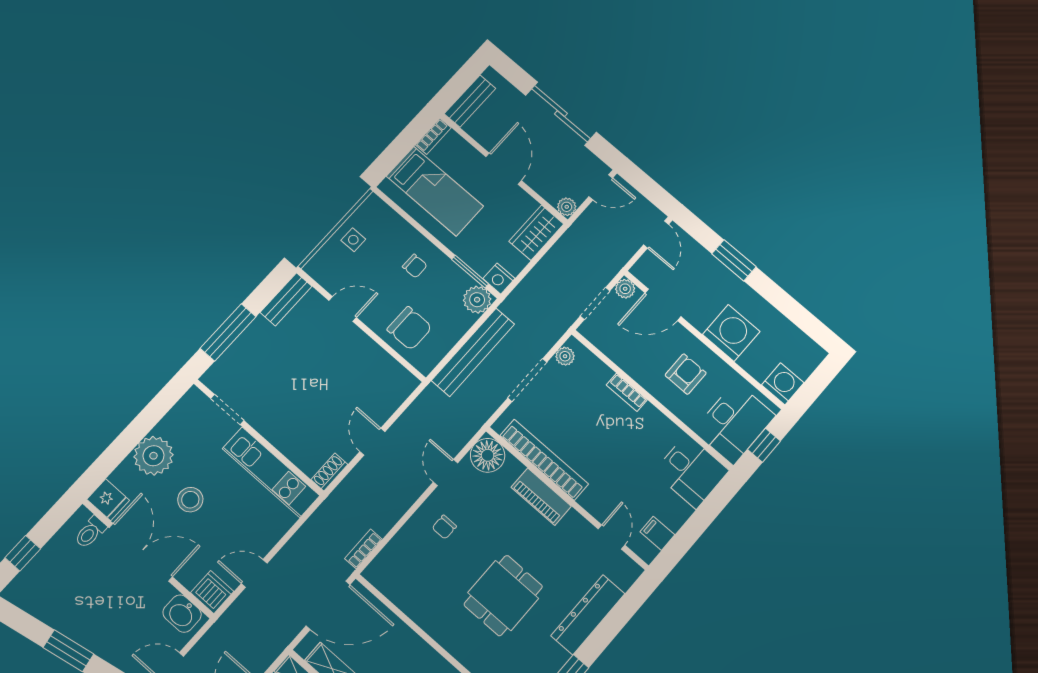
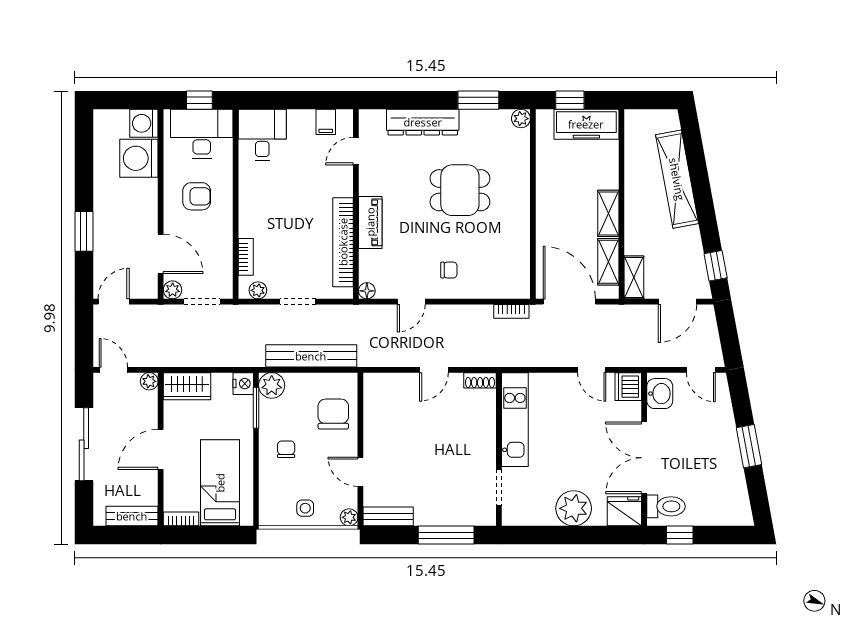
plant: (314, 268) -> (349, 517), added
washing machine: (731, 333) -> (139, 158), moved
armchair: (686, 374) -> (197, 196), turned 180
doorway: (527, 380) -> (298, 302), width x0.73
bookcase: (627, 392) -> (246, 257), moved
floor lamp: (488, 455) -> (367, 291), width x0.53, depth x0.53
fridge: (108, 500) -> (624, 511), width x1.38
stool: (190, 500) -> (581, 457), removed
toilet: (90, 532) -> (666, 506), width x1.37, depth x1.39
window: (23, 553) -> (680, 535), moved

